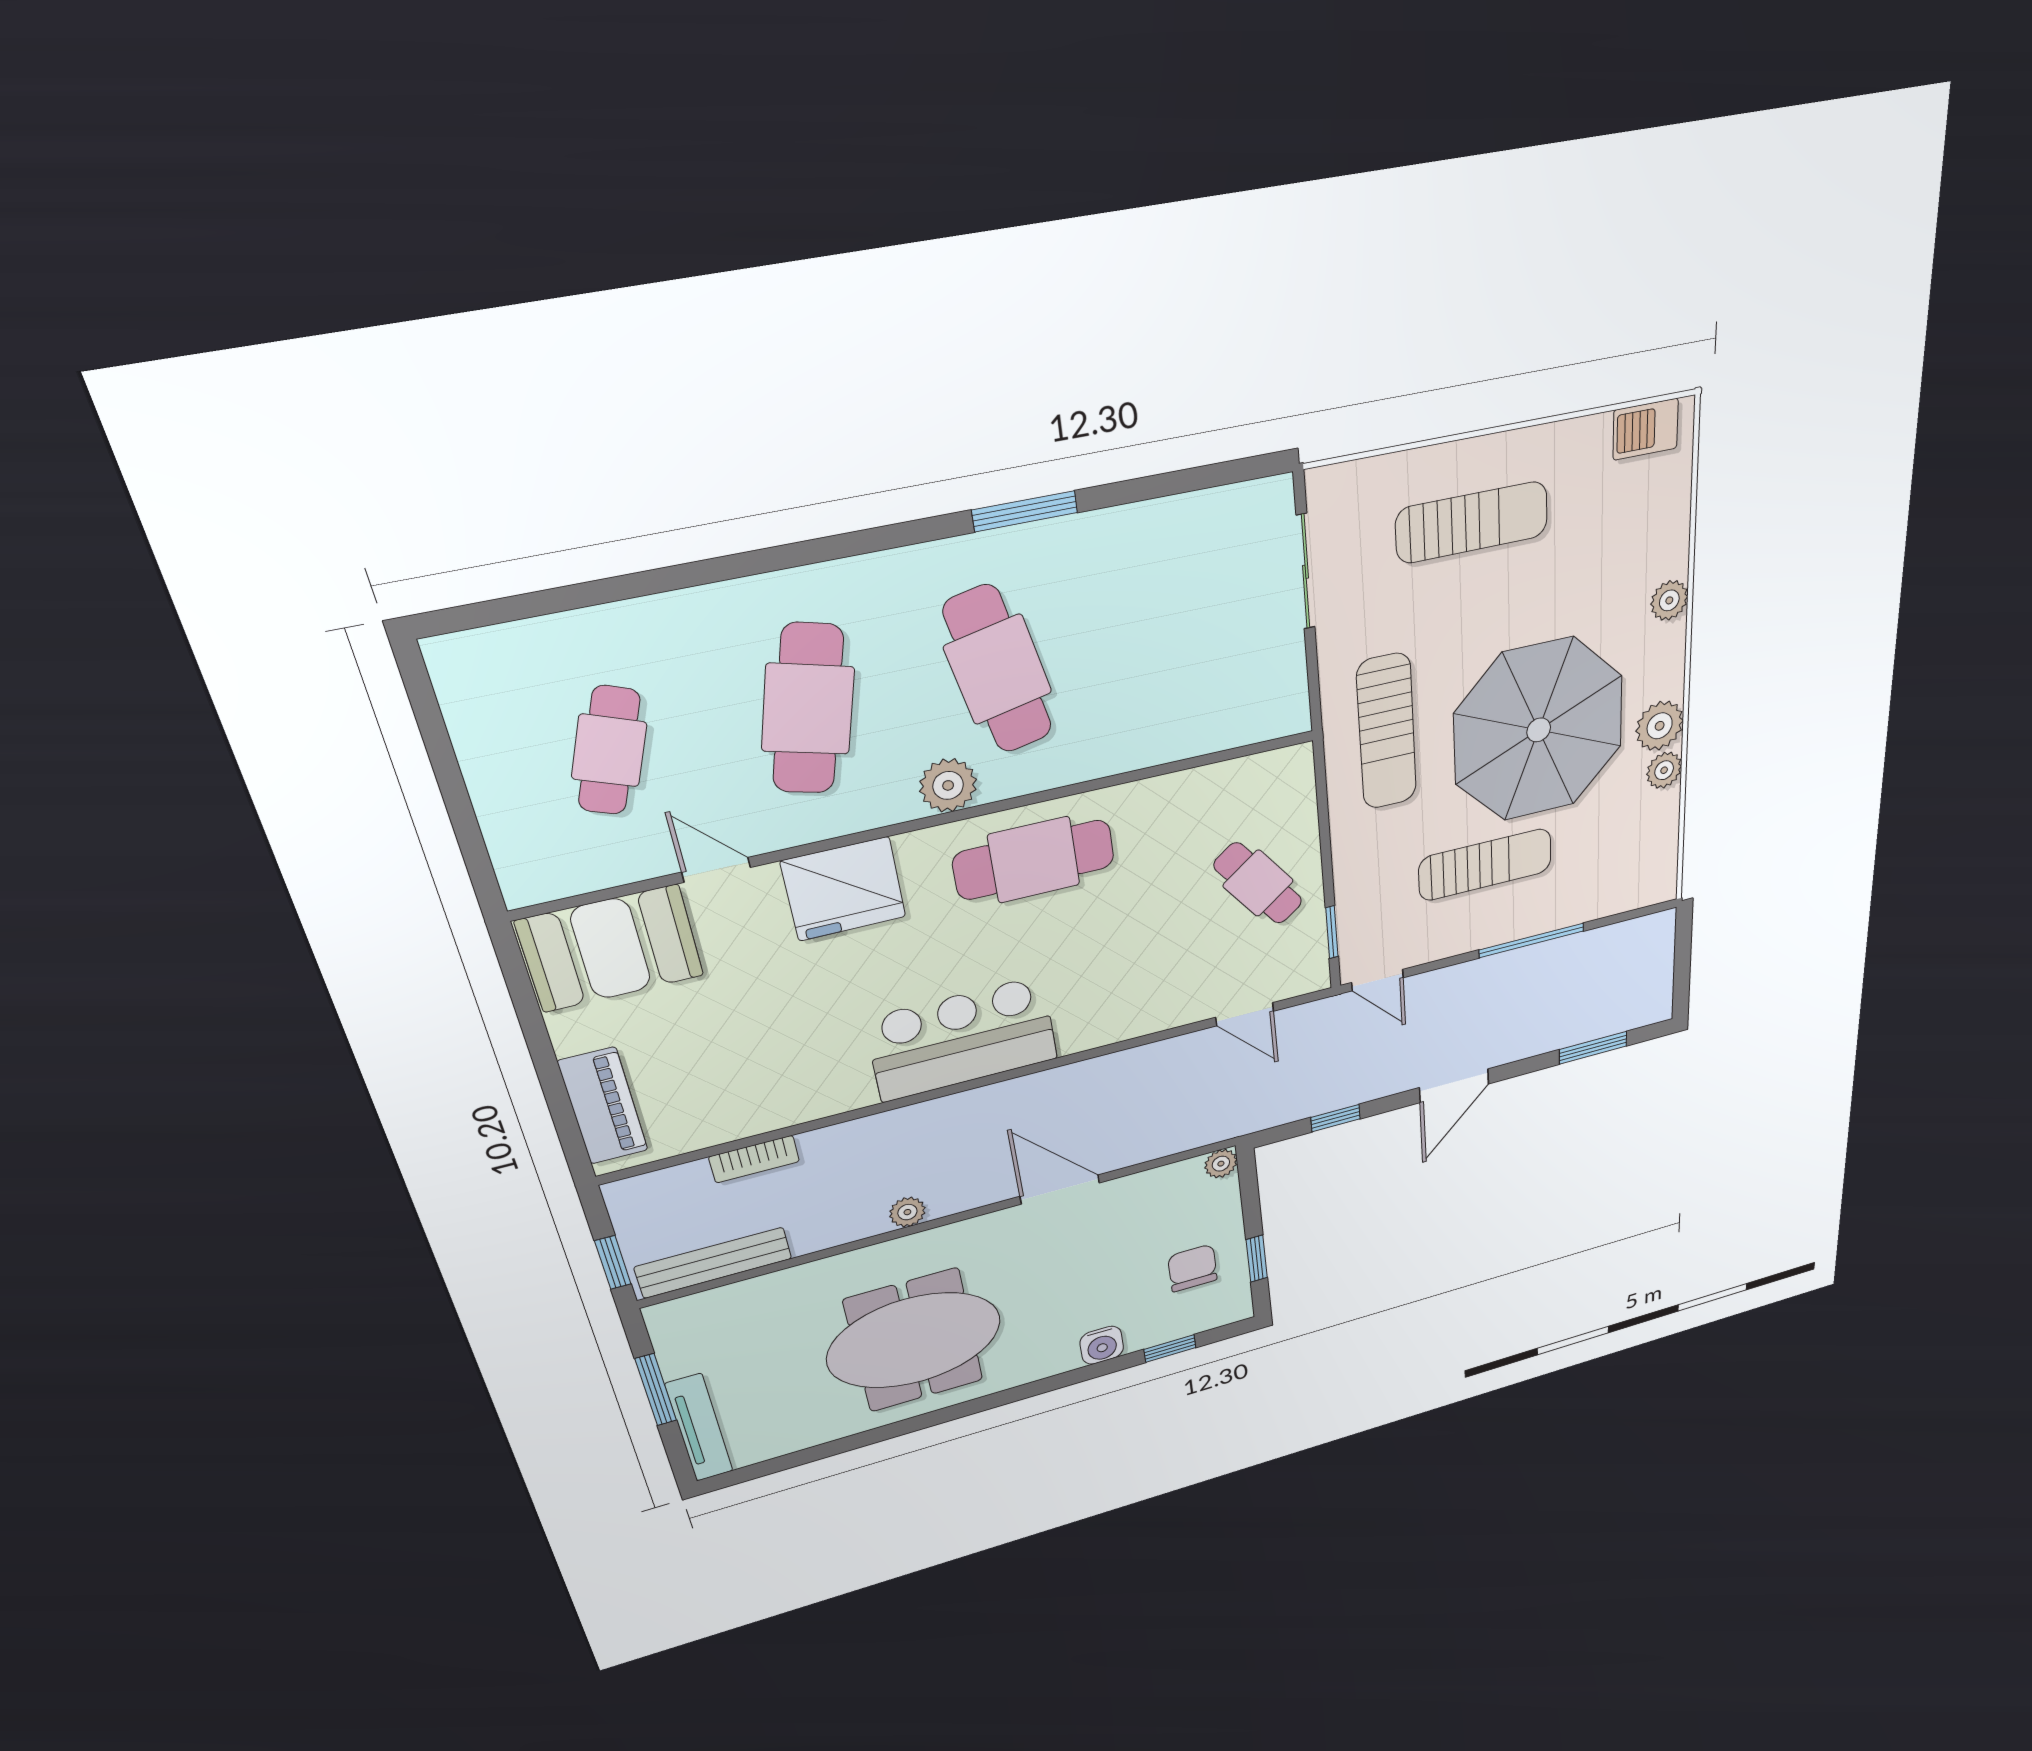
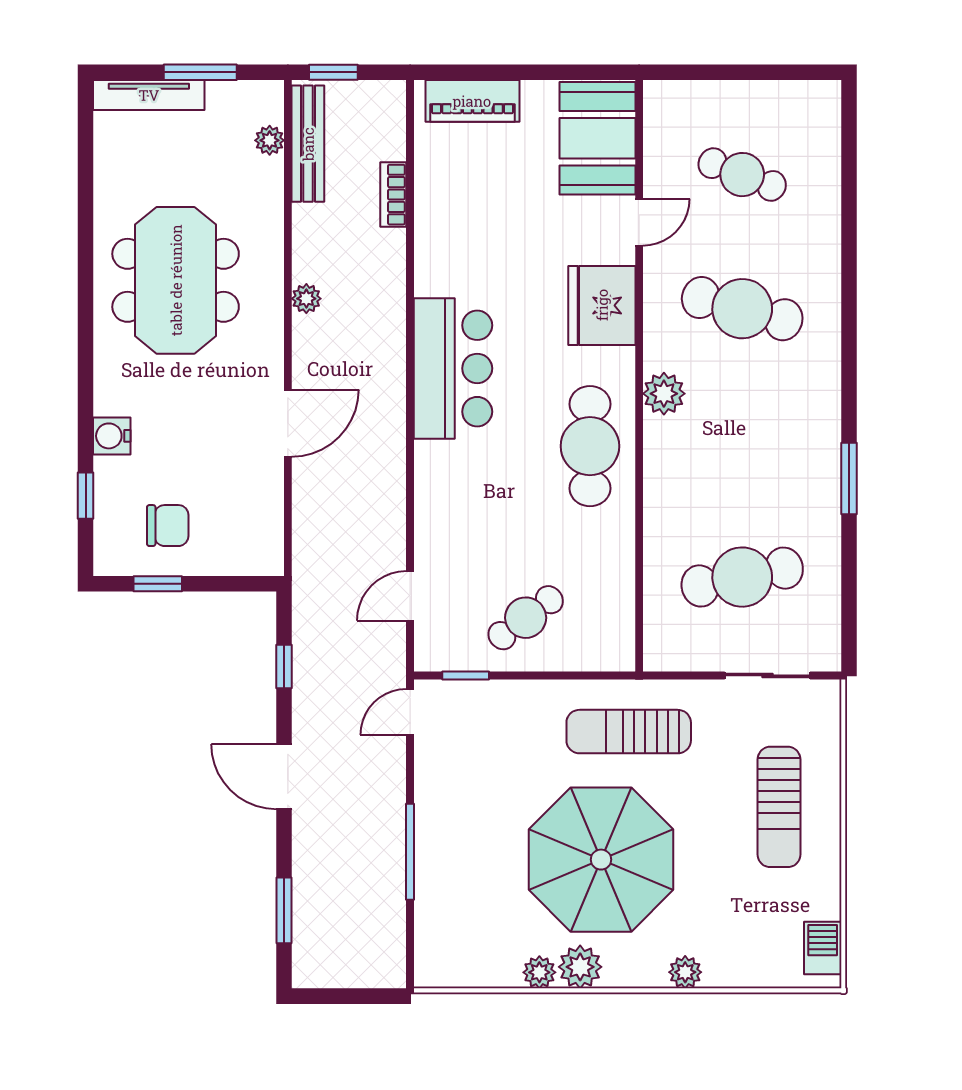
cafe table: (998, 670) -> (742, 577), moved
sun lounger: (1485, 865) -> (493, 811), removed
plant: (1221, 1164) -> (270, 140), moved

